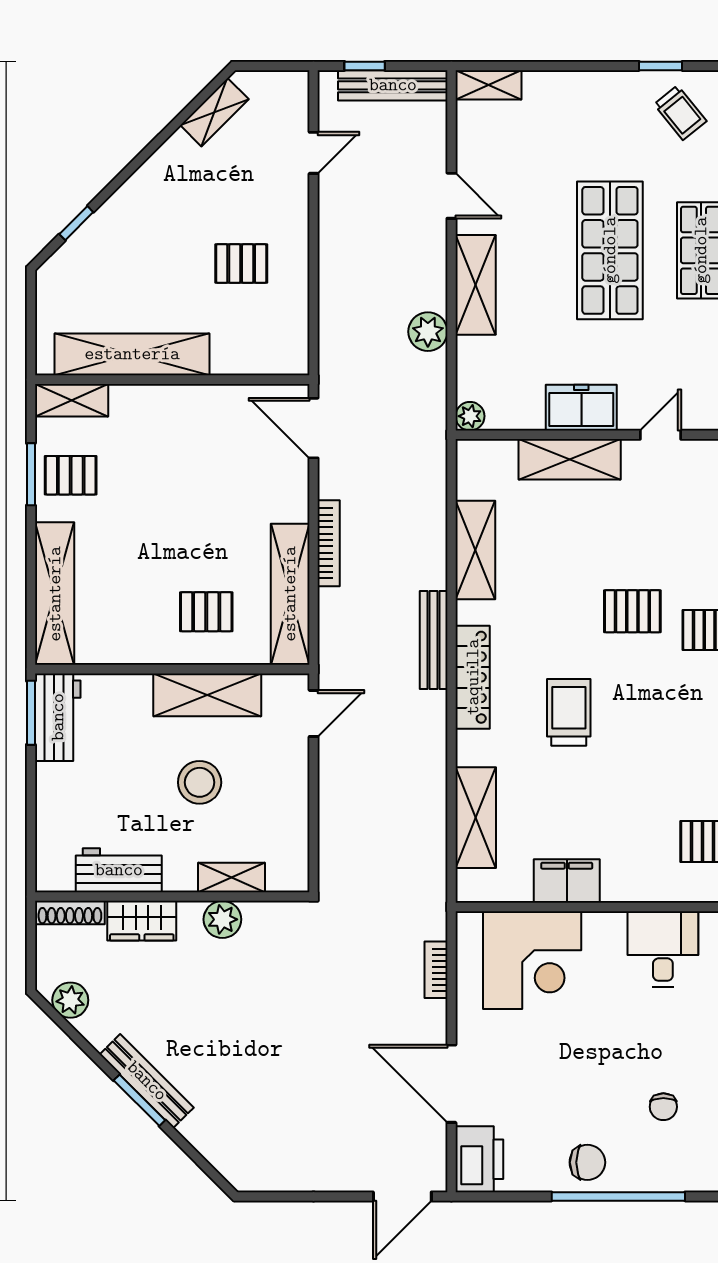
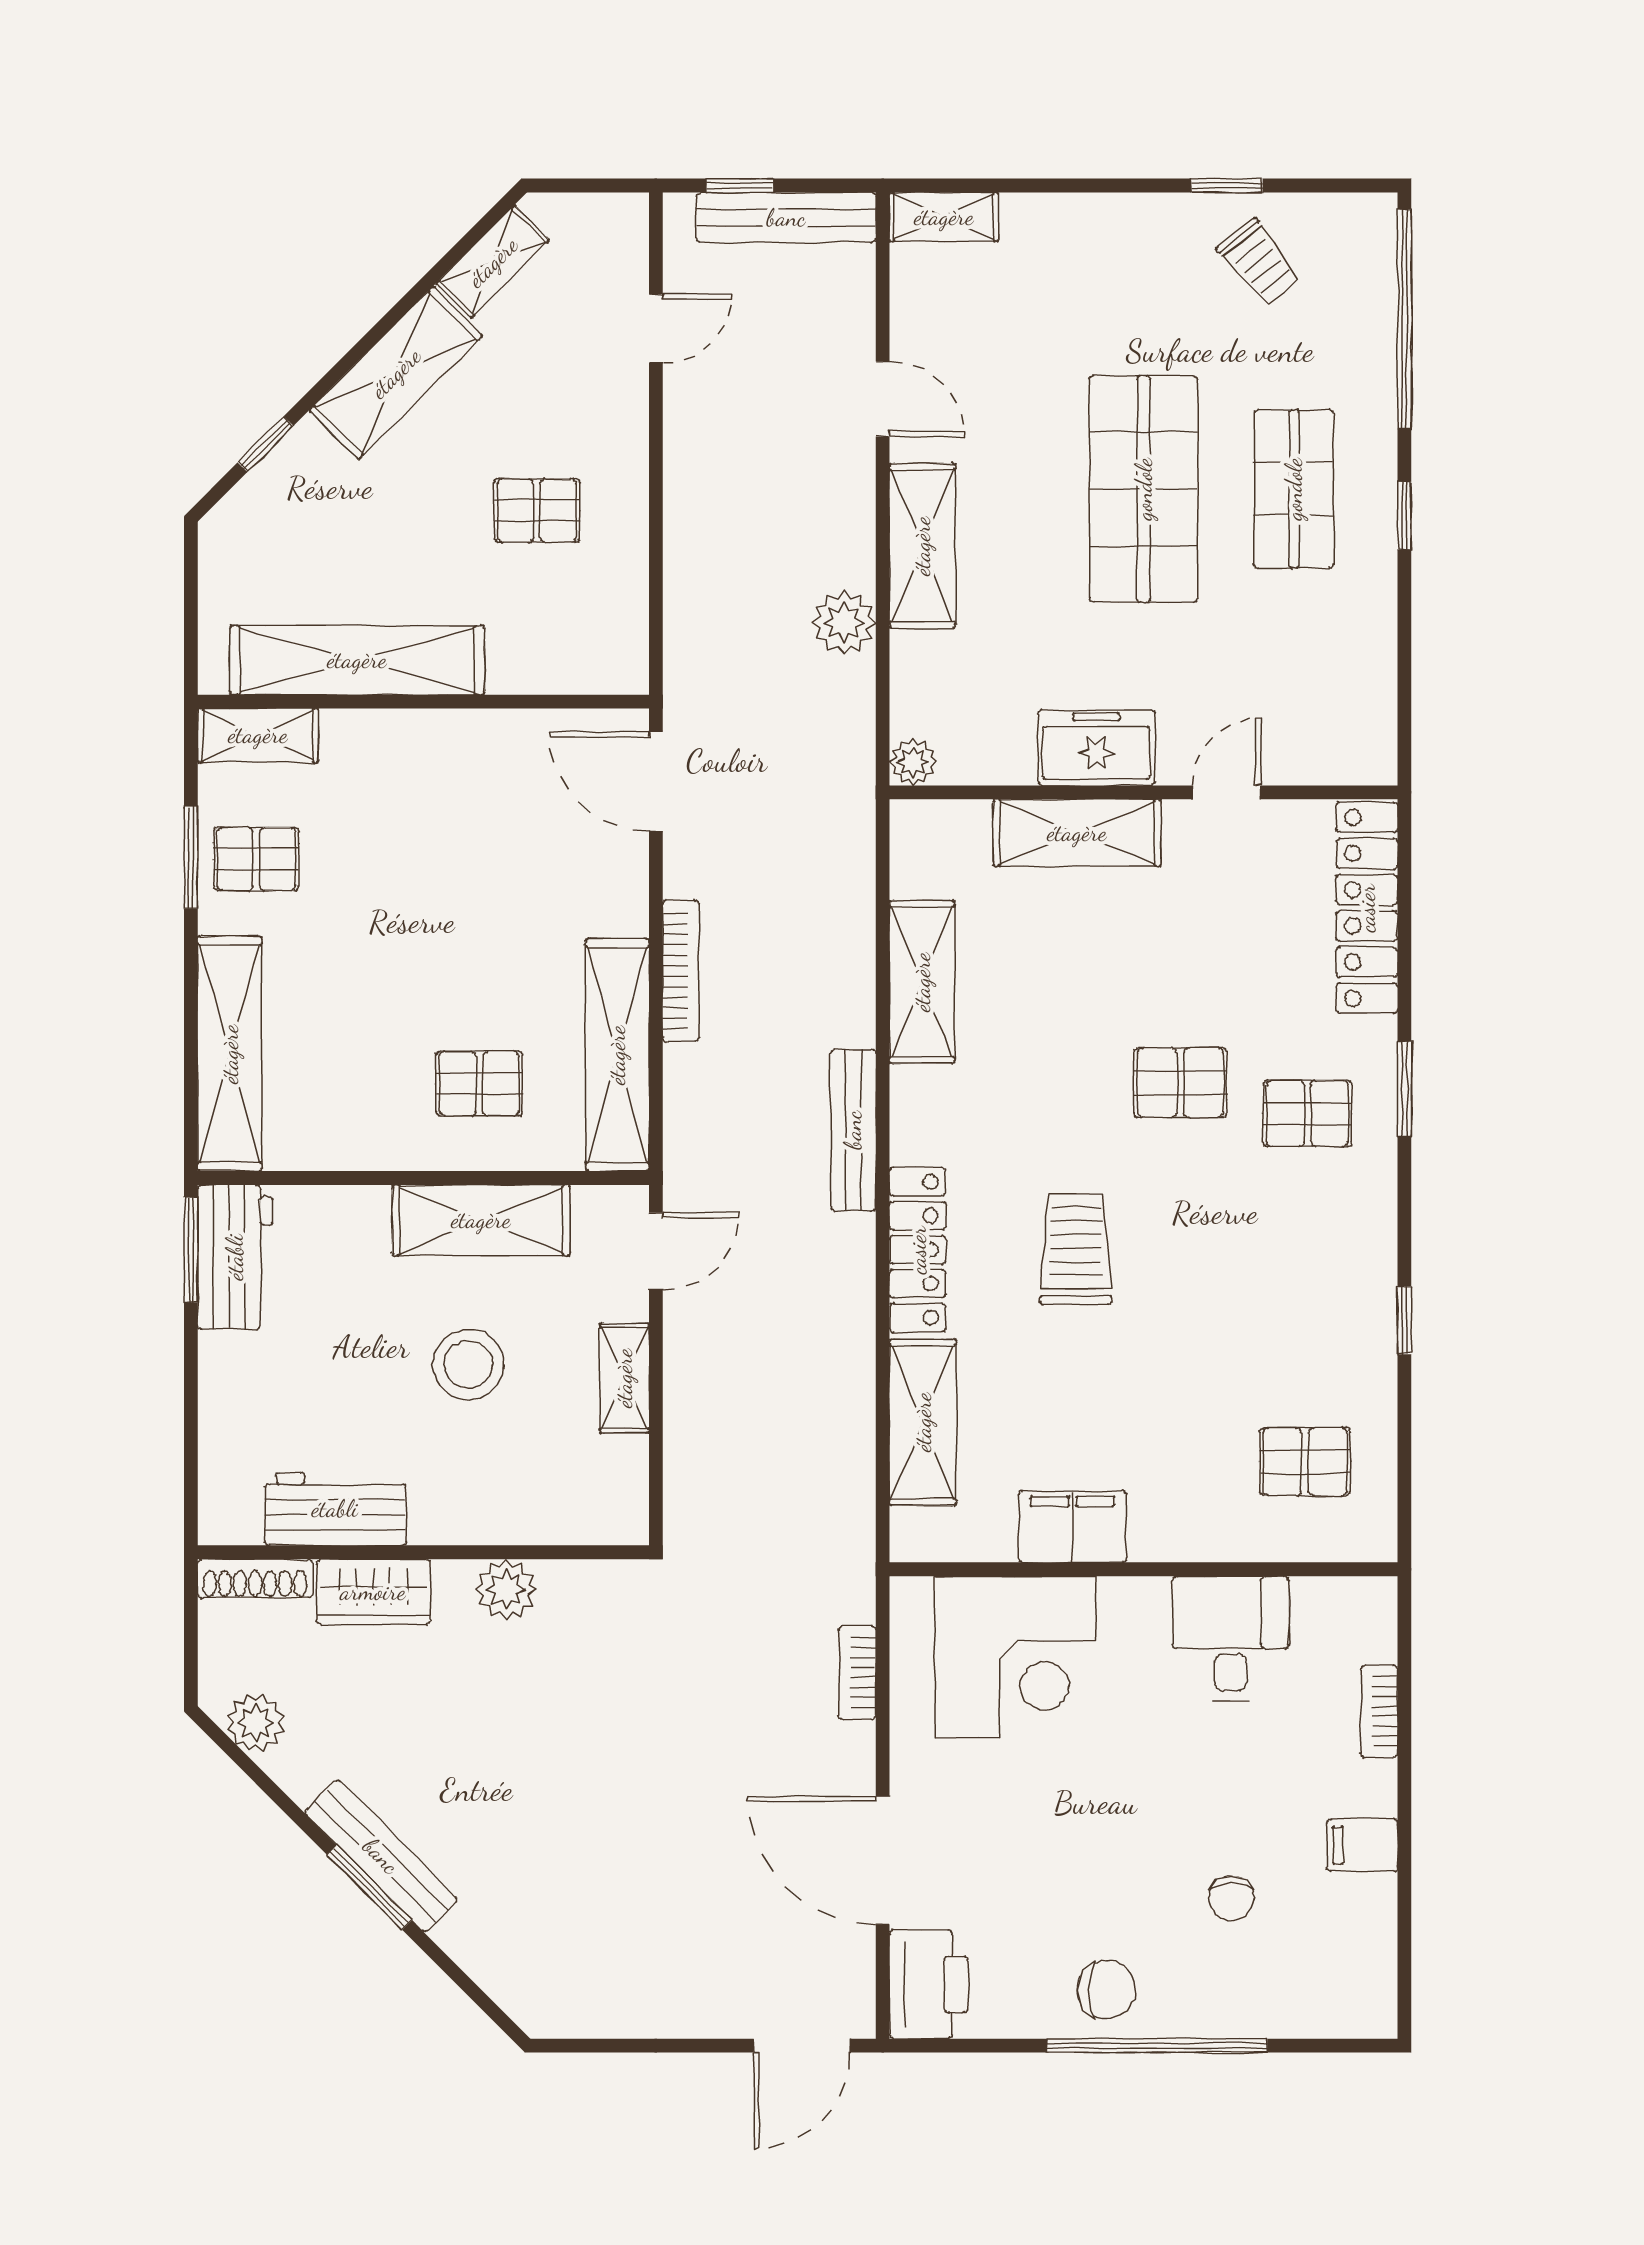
shelving: (156, 180) -> (396, 373), added
locker: (473, 677) -> (918, 1250), moved
shelving: (232, 877) -> (624, 1378), moved, turned 90

